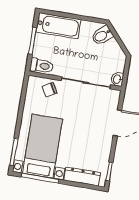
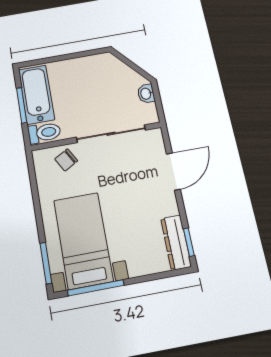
bathtub: (58, 26) -> (36, 95), moved, turned -90
bidet: (102, 35) -> (110, 68), removed
washbasin: (117, 79) -> (146, 94), moved
dresser: (82, 176) -> (176, 243), moved, turned -90

